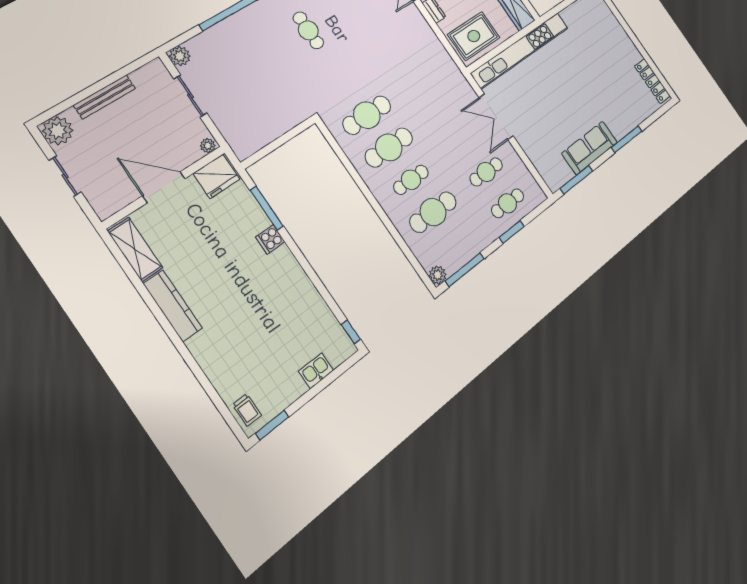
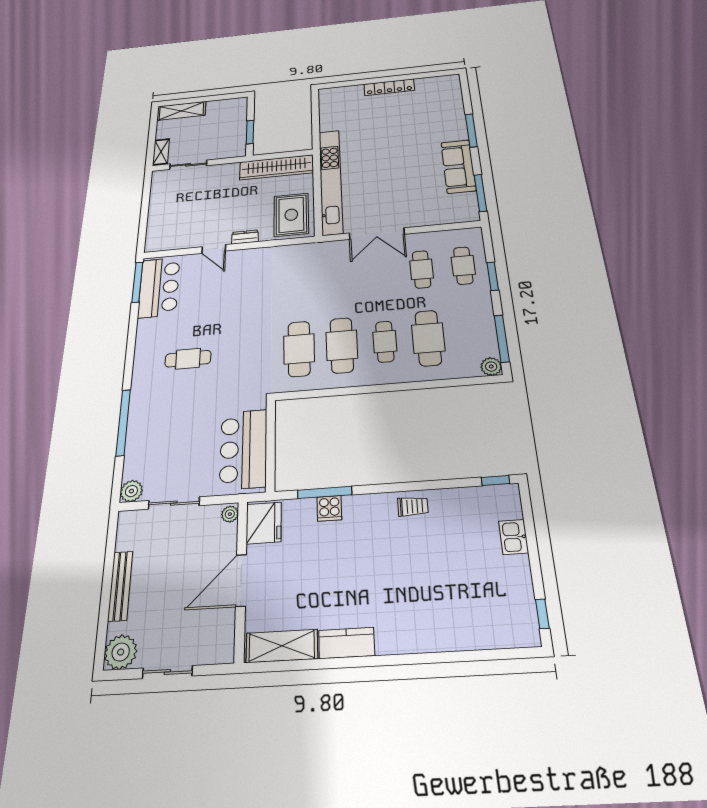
locker: (652, 81) -> (389, 87), moved
bar counter: (263, 123) -> (244, 449), added
cooker: (270, 239) -> (329, 508), moved
kitchen counter: (173, 306) -> (347, 643), width x0.67
trolley: (247, 410) -> (413, 506), moved
window: (272, 425) -> (542, 614), width x0.67

